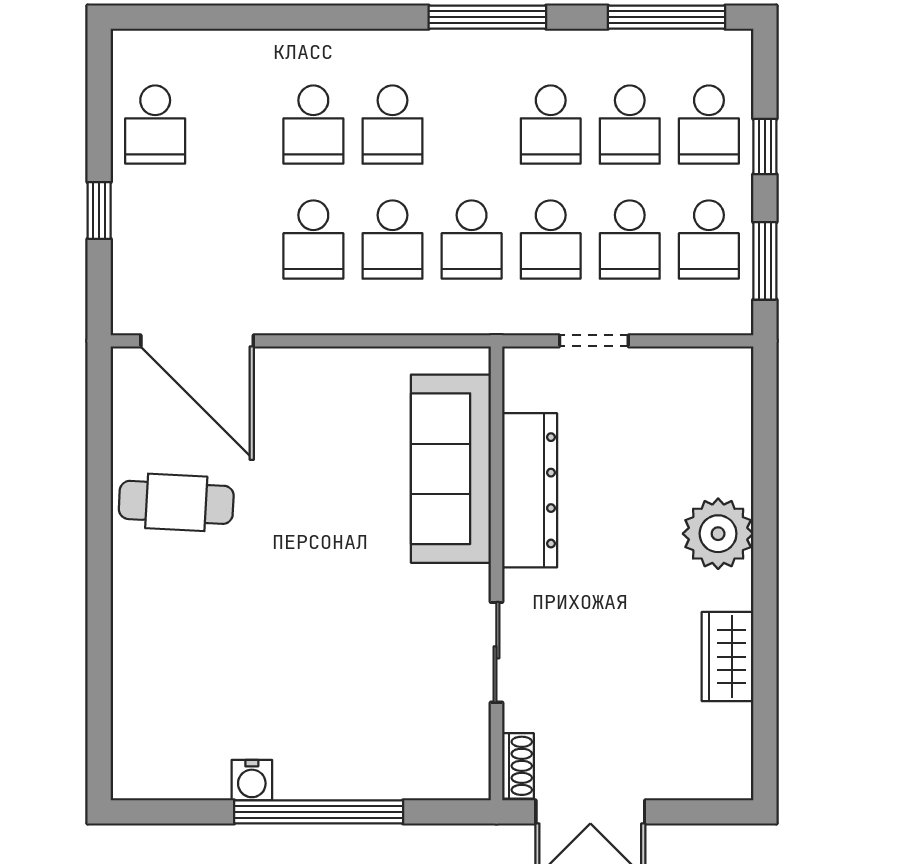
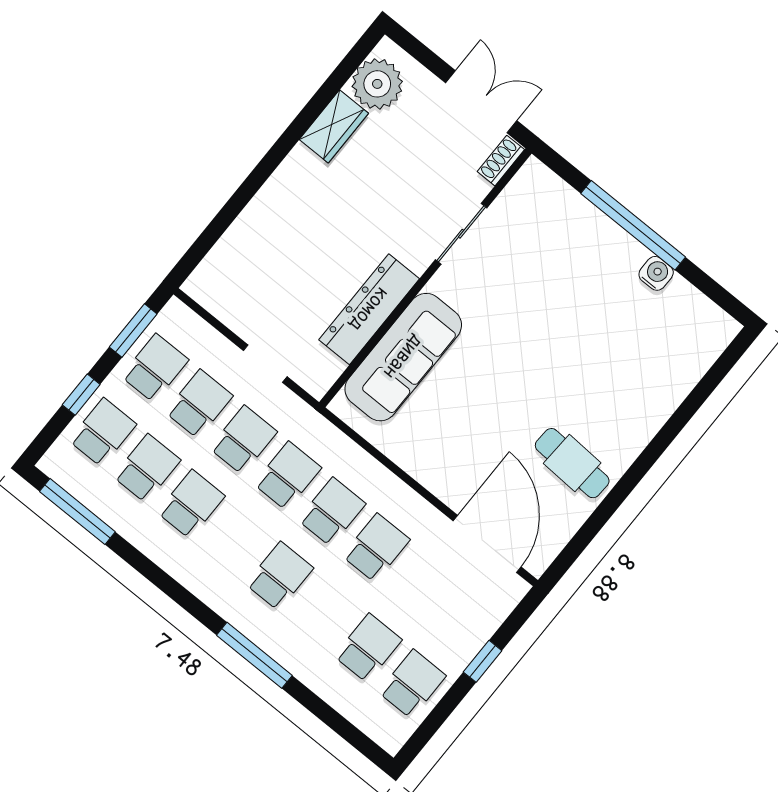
window: (487, 17) -> (254, 655), moved
school desk: (313, 125) -> (368, 648), moved
plant: (718, 534) -> (377, 84), moved

